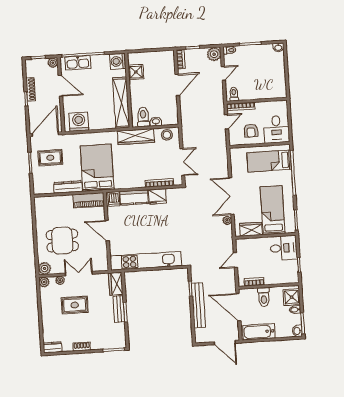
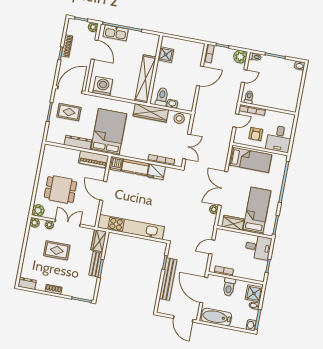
washing machine: (118, 61) -> (152, 41), removed
bed: (269, 161) -> (250, 160), moved, turned 180

